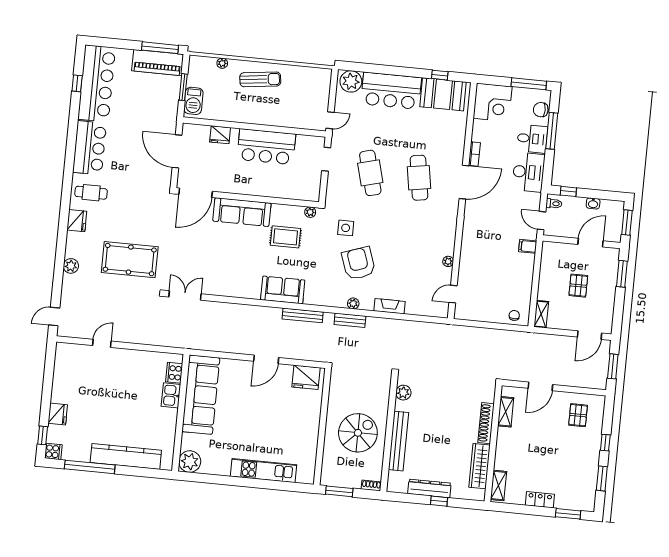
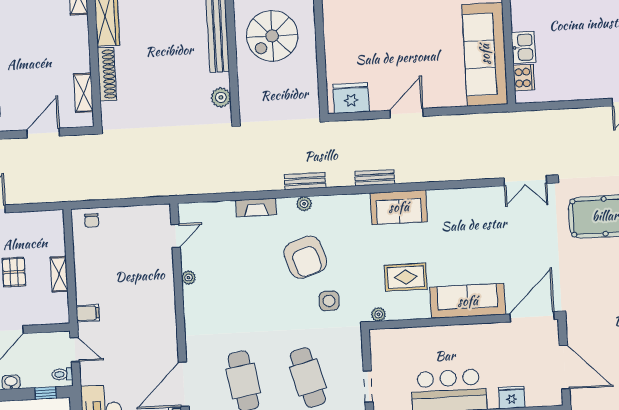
shelving: (541, 314) -> (59, 274), moved
bench: (303, 315) -> (375, 178), width x0.73

